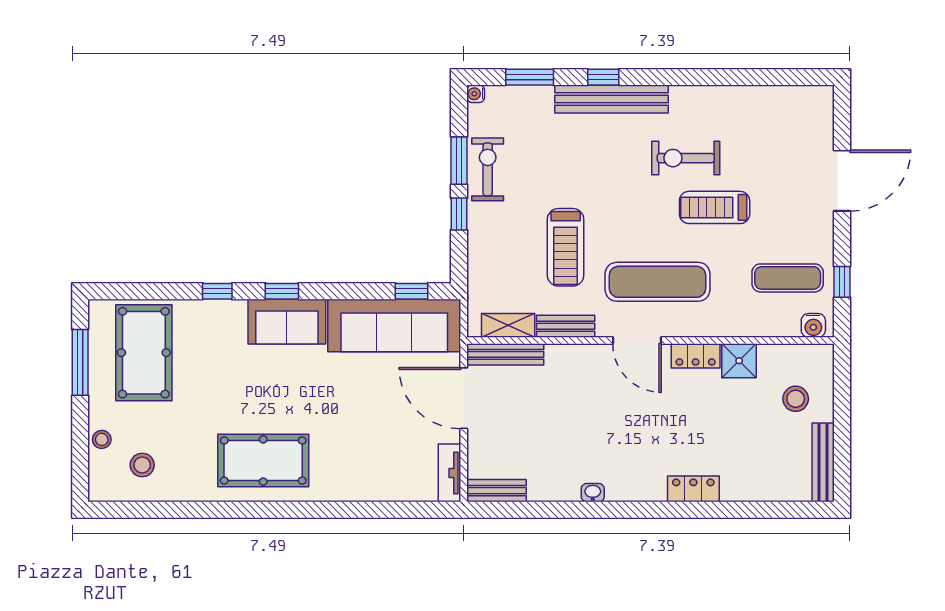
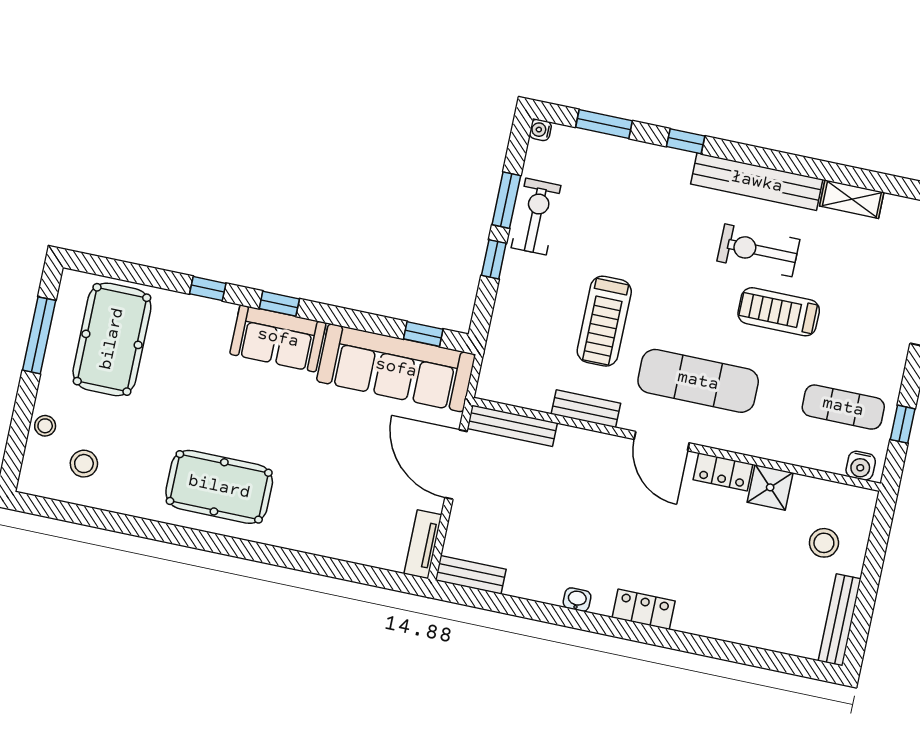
bench: (611, 99) -> (757, 182), moved
shelving: (508, 325) -> (852, 199), moved
locker: (693, 489) -> (644, 609), moved

